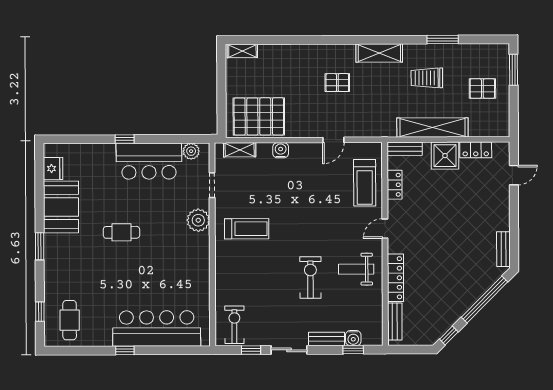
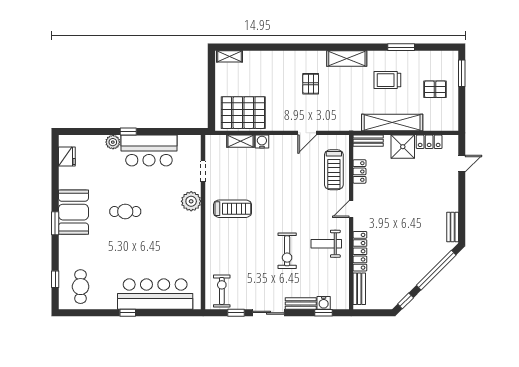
pallet: (337, 83) -> (311, 84), turned 90
shelving: (240, 150) -> (241, 141), moved
plant: (191, 151) -> (113, 142), moved
booth: (61, 207) -> (73, 212), moved
exercise bike: (310, 278) -> (287, 251), turned 180

